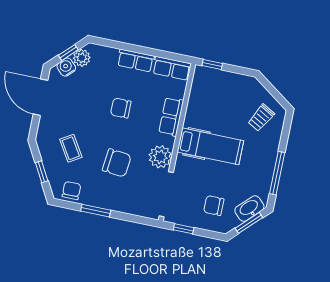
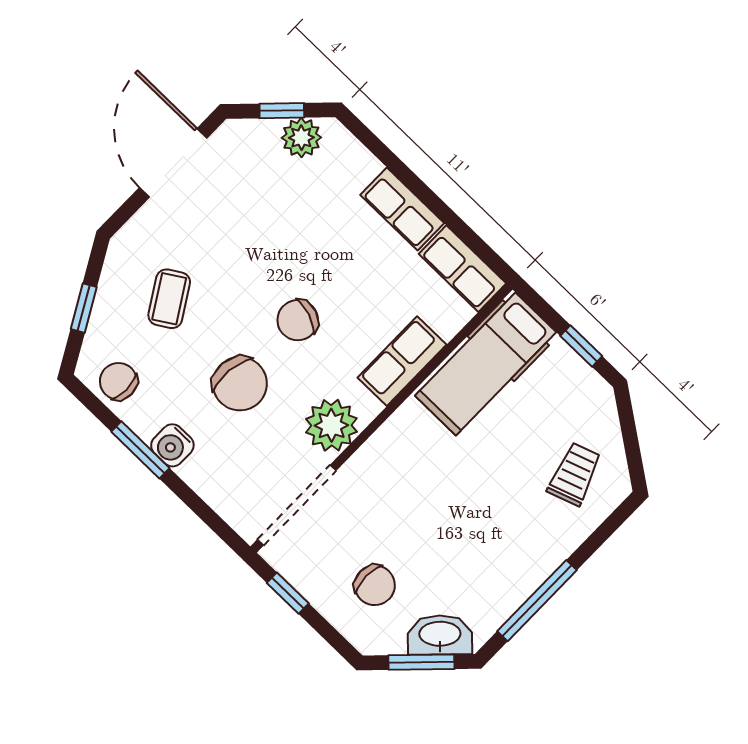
window: (212, 65) -> (581, 346), moved
water cooler: (66, 67) -> (172, 445), moved, turned -135
chair: (121, 108) -> (298, 320), moved, turned -71
trolley: (261, 118) -> (575, 474), turned 132
hospital bed: (210, 146) -> (486, 364), moved, turned 90
chair: (72, 191) -> (118, 381), turned -90
chair: (214, 206) -> (375, 585), turned 180

